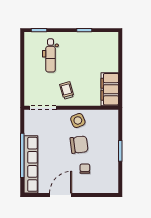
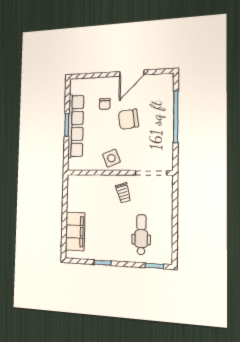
filing cabinet: (110, 89) -> (75, 231), moved
chair: (79, 145) -> (128, 119), moved
row of seats: (31, 164) -> (76, 126), moved, turned 180

